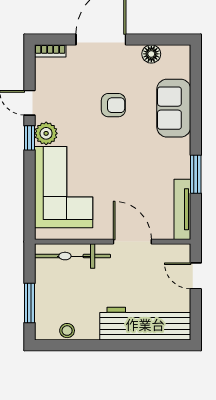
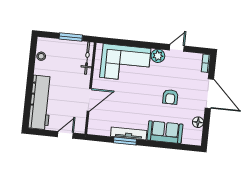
window: (29, 138) -> (156, 46), removed
tv unit: (182, 209) -> (129, 133), moved
bicycle: (73, 256) -> (87, 58), width x0.73, depth x0.71
window: (29, 303) -> (71, 37), moved

